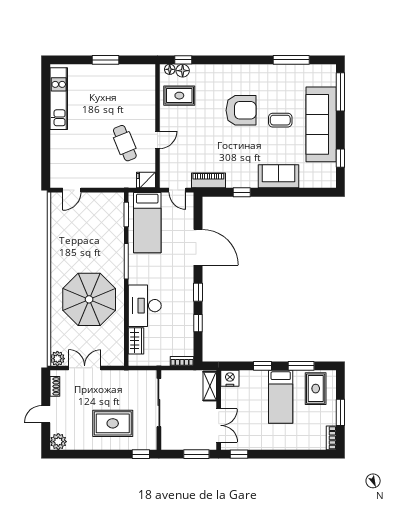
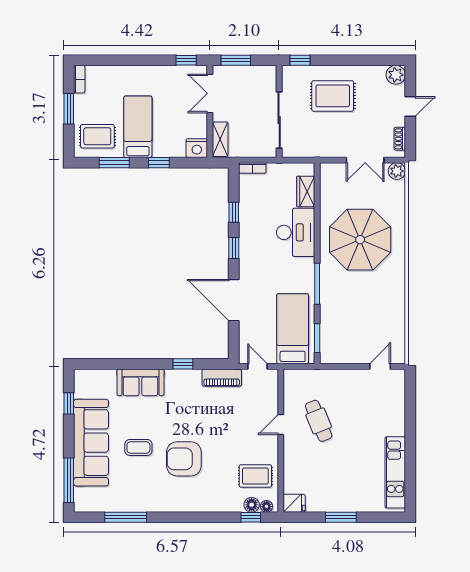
fridge: (146, 180) -> (294, 503), moved
rug: (316, 389) -> (97, 136), turned 90

